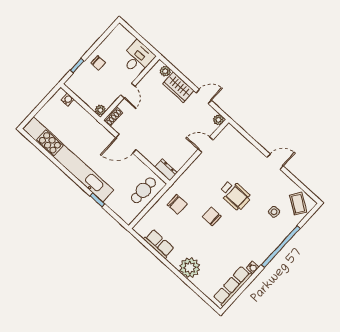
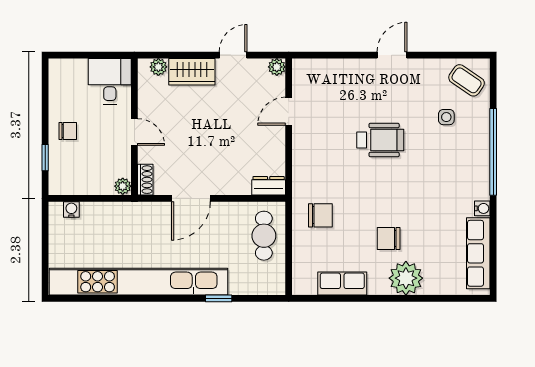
chair: (212, 216) -> (389, 238), moved

